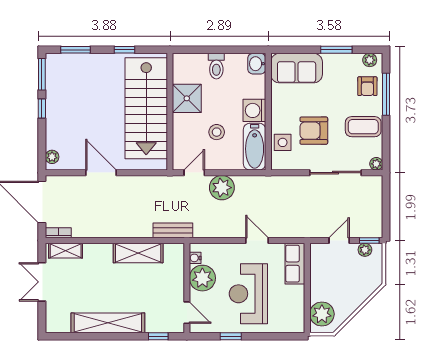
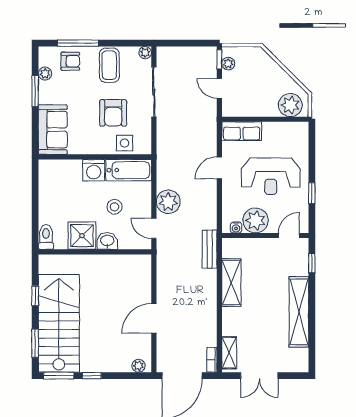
plant: (370, 60) -> (45, 74), moved
washbasin: (257, 64) -> (107, 241), moved, turned 180
toilet: (216, 66) -> (46, 237), moved, turned -90
stairs: (146, 108) -> (59, 323), moved, turned -90

